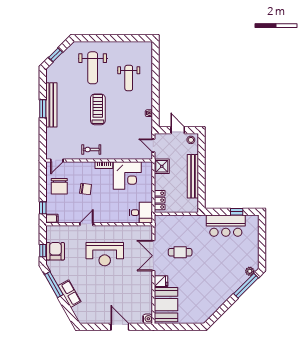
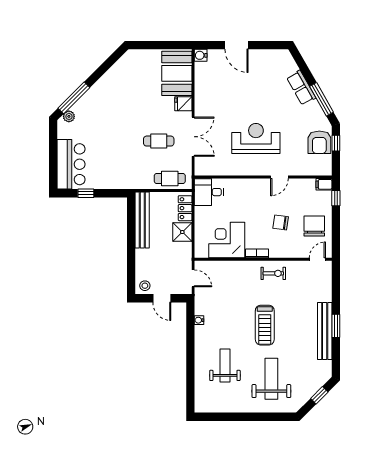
shower: (162, 166) -> (182, 232), moved
bench: (193, 176) -> (142, 220), moved
cafe table: (172, 223) -> (170, 178), added
bar counter: (226, 226) -> (71, 164), moved, turned 90

